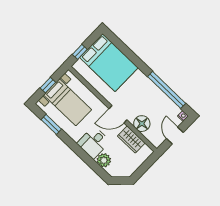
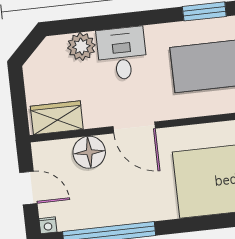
door: (118, 114) -> (134, 127), swing flipped
wardrobe: (131, 140) -> (57, 118), moved

